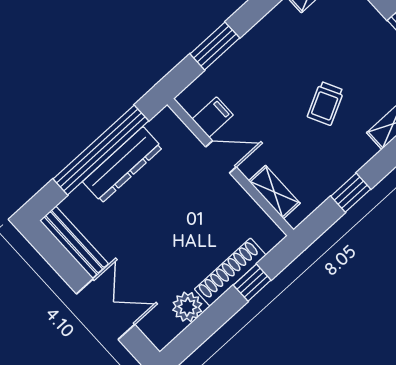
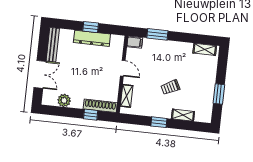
filing cabinet: (213, 117) -> (135, 42), moved
window: (101, 150) -> (91, 27), width x0.32
window: (351, 193) -> (159, 122), moved
shoe rack: (230, 272) -> (100, 106), moved

